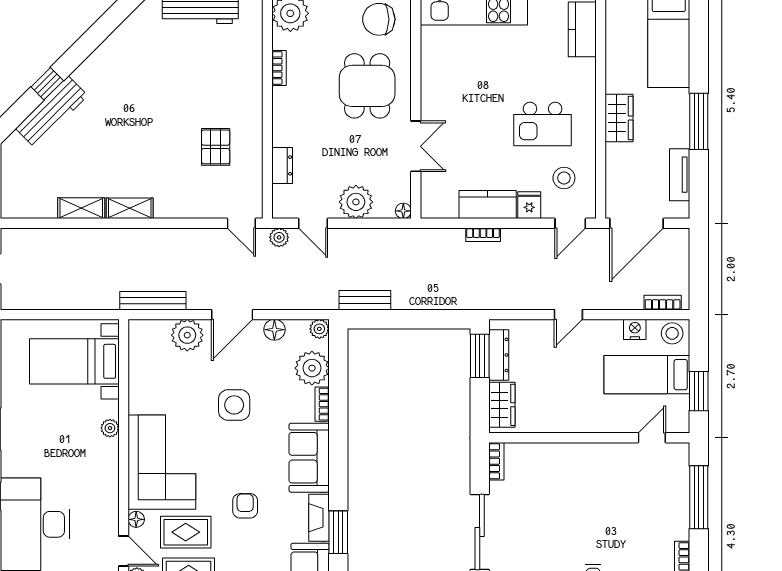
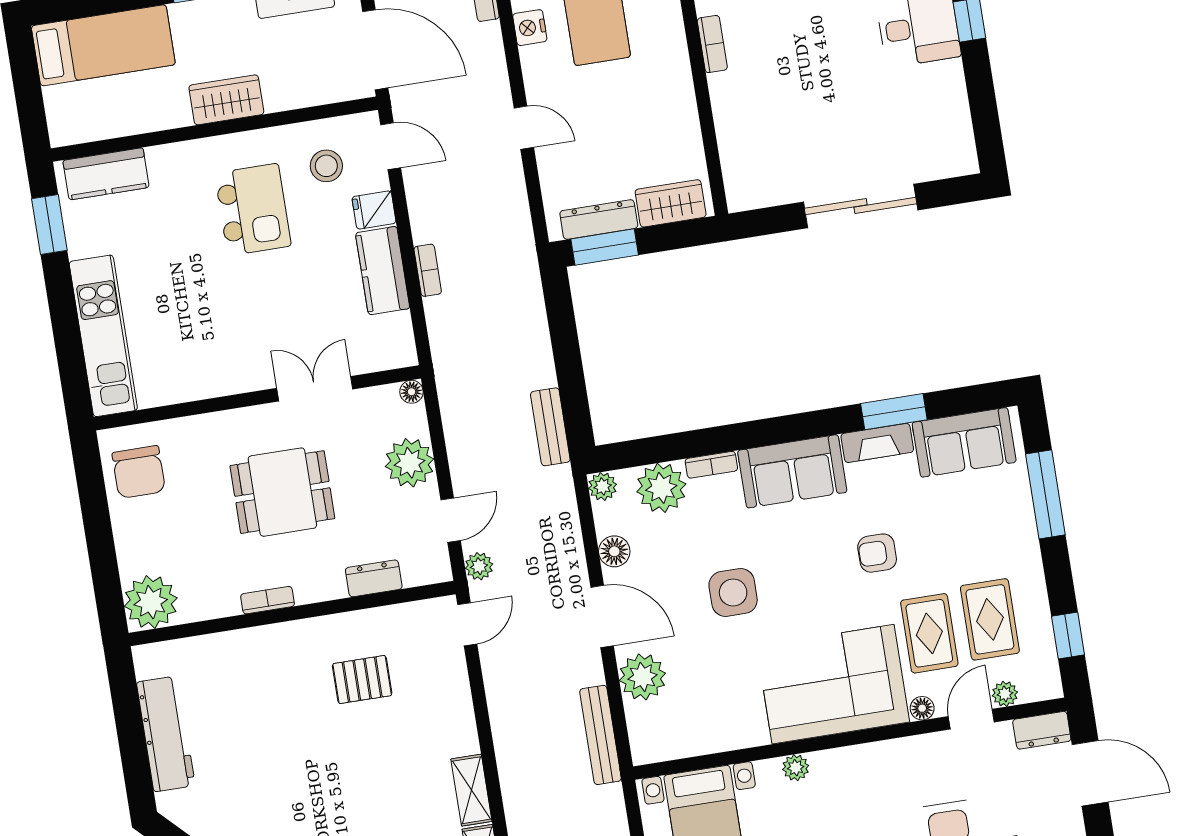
bookcase: (279, 68) -> (268, 600), moved
dining table: (367, 86) -> (282, 492), moved
bookcase: (496, 461) -> (712, 44), moved, turned 90

